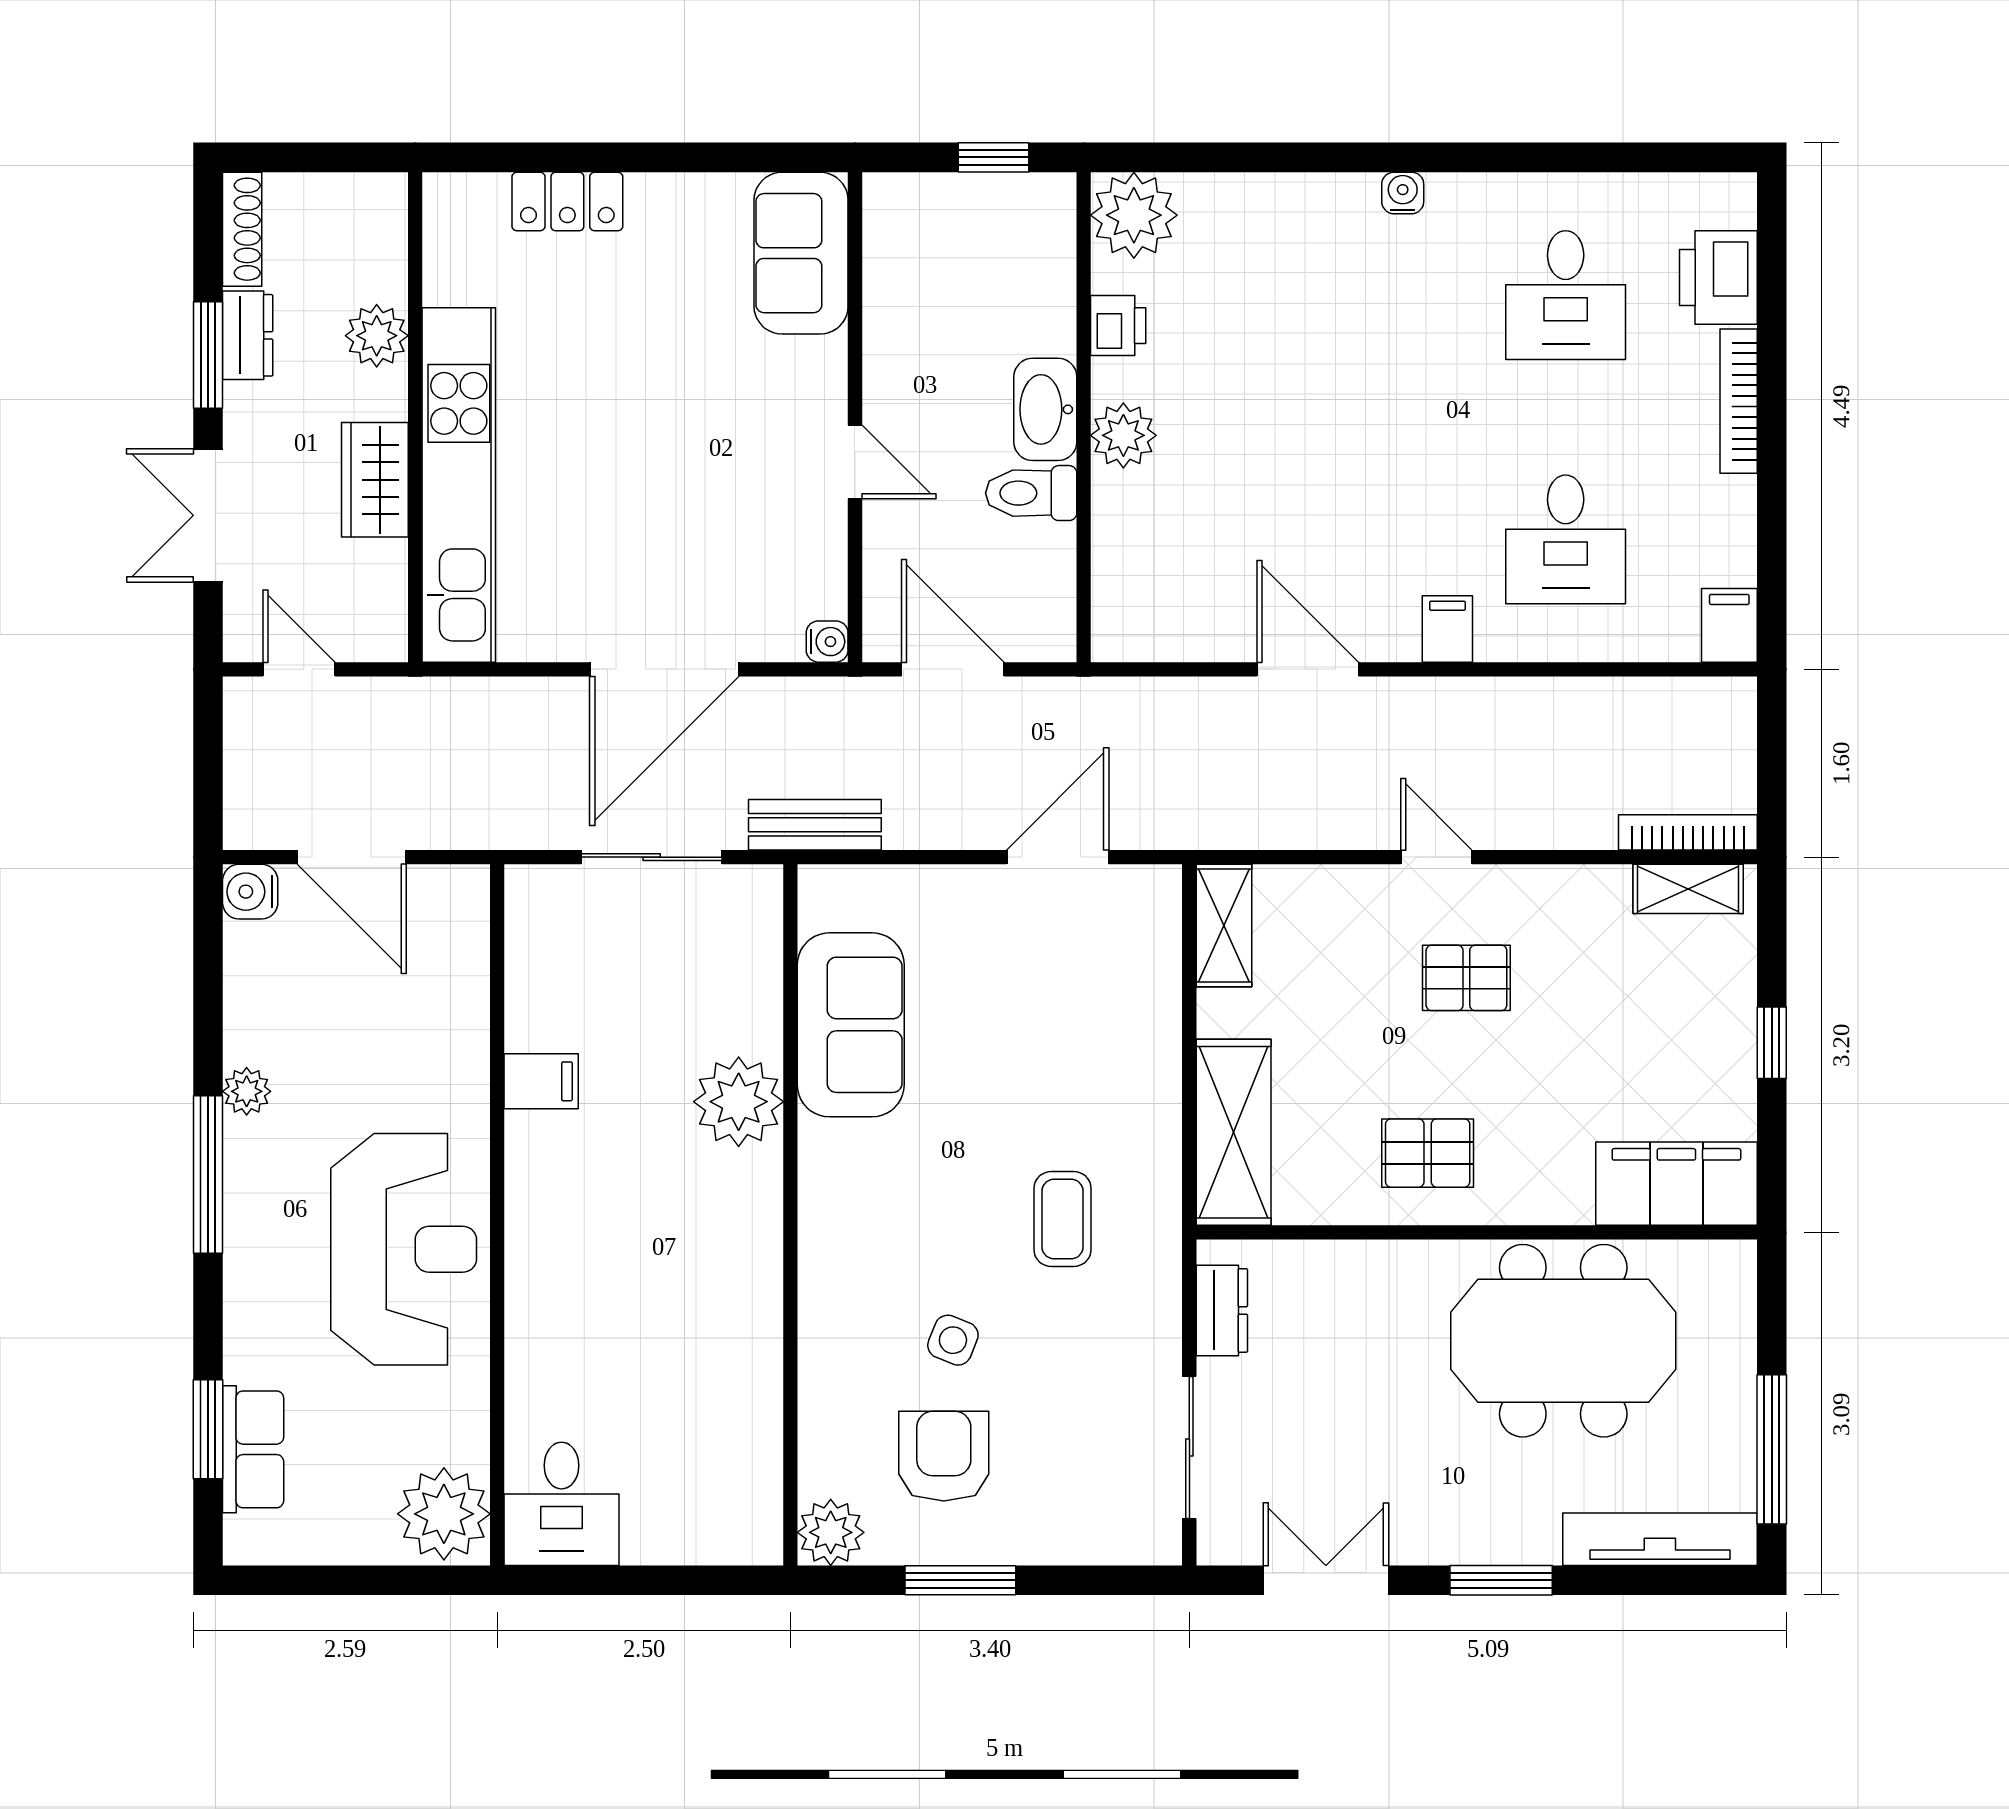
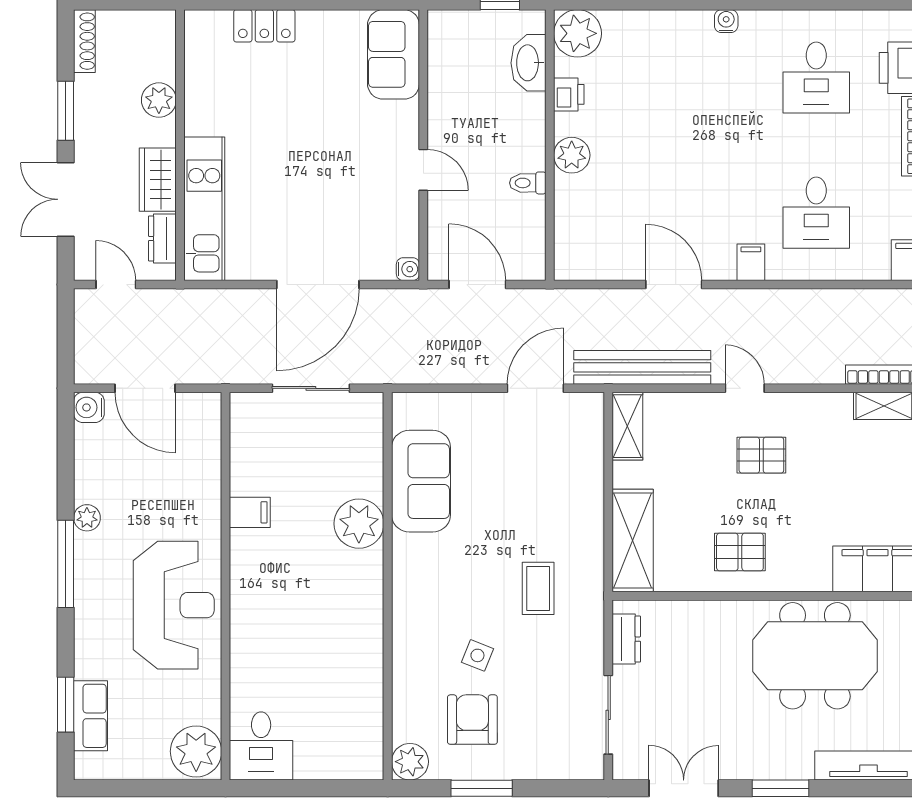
dresser: (248, 335) -> (162, 238), moved, turned 180
washbasin: (1045, 409) -> (529, 63), moved
kitchen unit: (459, 485) -> (204, 209), width x0.73
toilet: (1031, 493) -> (528, 183), width x0.73, depth x0.72
bench: (815, 825) -> (642, 367), moved, width x1.86, depth x1.21

